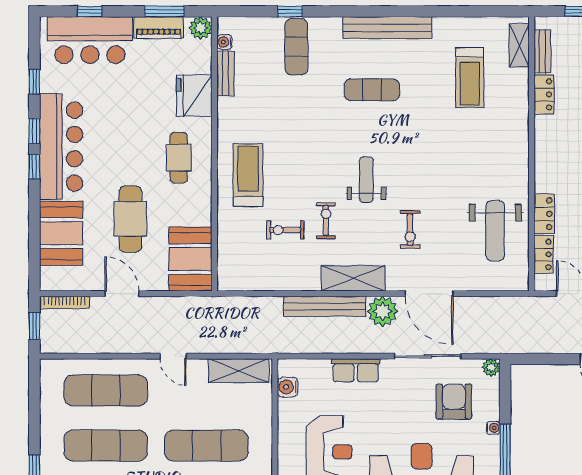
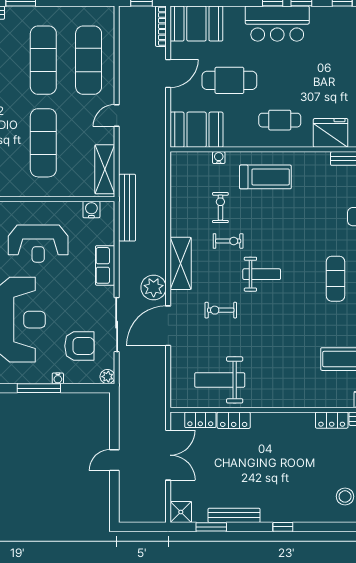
bar counter: (61, 147) -> (277, 24), width x0.73
water cooler: (224, 232) -> (219, 158), added
booth: (61, 233) -> (196, 23), moved
bench: (325, 306) -> (127, 208), moved

